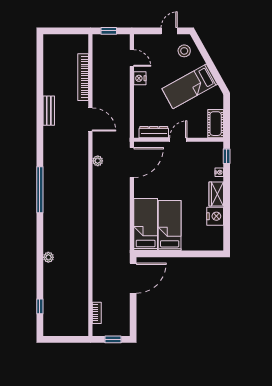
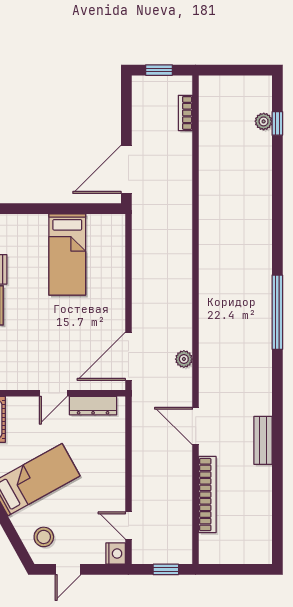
nightstand: (140, 78) -> (116, 554), moved
bed: (146, 224) -> (106, 256), removed
plant: (48, 257) -> (264, 121), moved

